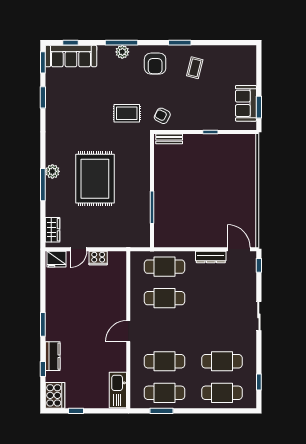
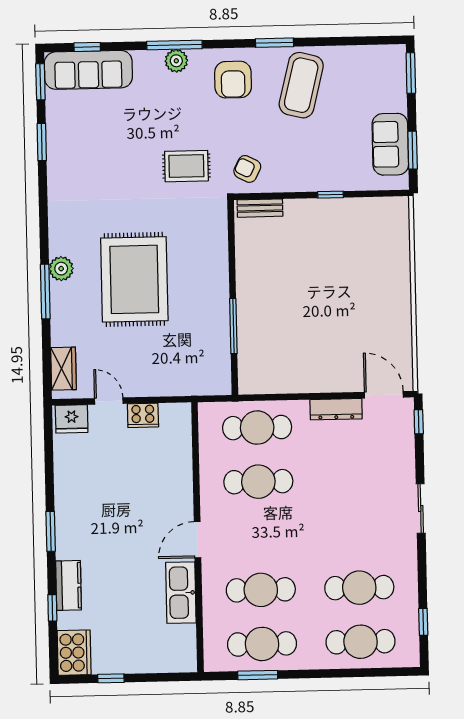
window: (259, 62) -> (411, 73), added
coffee table: (195, 68) -> (301, 85), width x1.86, depth x1.72
door: (78, 249) -> (109, 401), swing flipped
kitchen sink: (118, 390) -> (181, 593), moved

